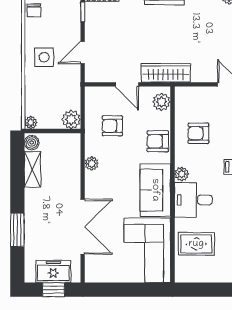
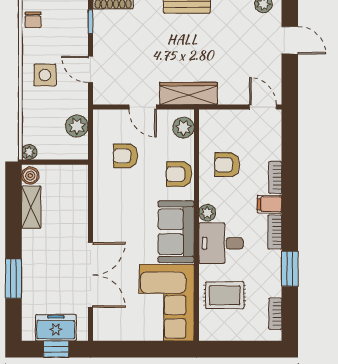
door: (83, 52) -> (90, 69), hinge flipped
plant: (71, 120) -> (77, 126), moved
plant: (92, 164) -> (101, 200), removed

